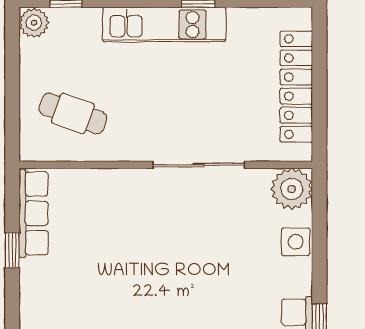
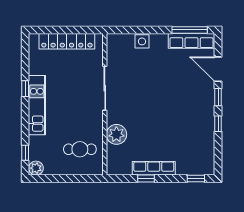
cafe table: (73, 113) -> (80, 149), turned 70
plant: (292, 189) -> (116, 134), moved
row of seats: (34, 213) -> (154, 168), moved

